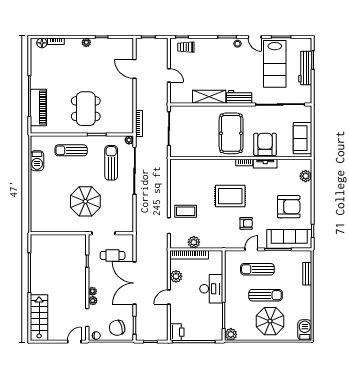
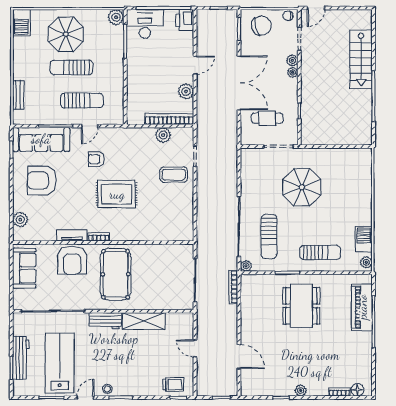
door: (255, 37) -> (85, 398), hinge flipped
plant: (35, 143) -> (366, 262), added
desk: (211, 289) -> (145, 24), moved, turned 90
stairs: (39, 318) -> (361, 59), moved

